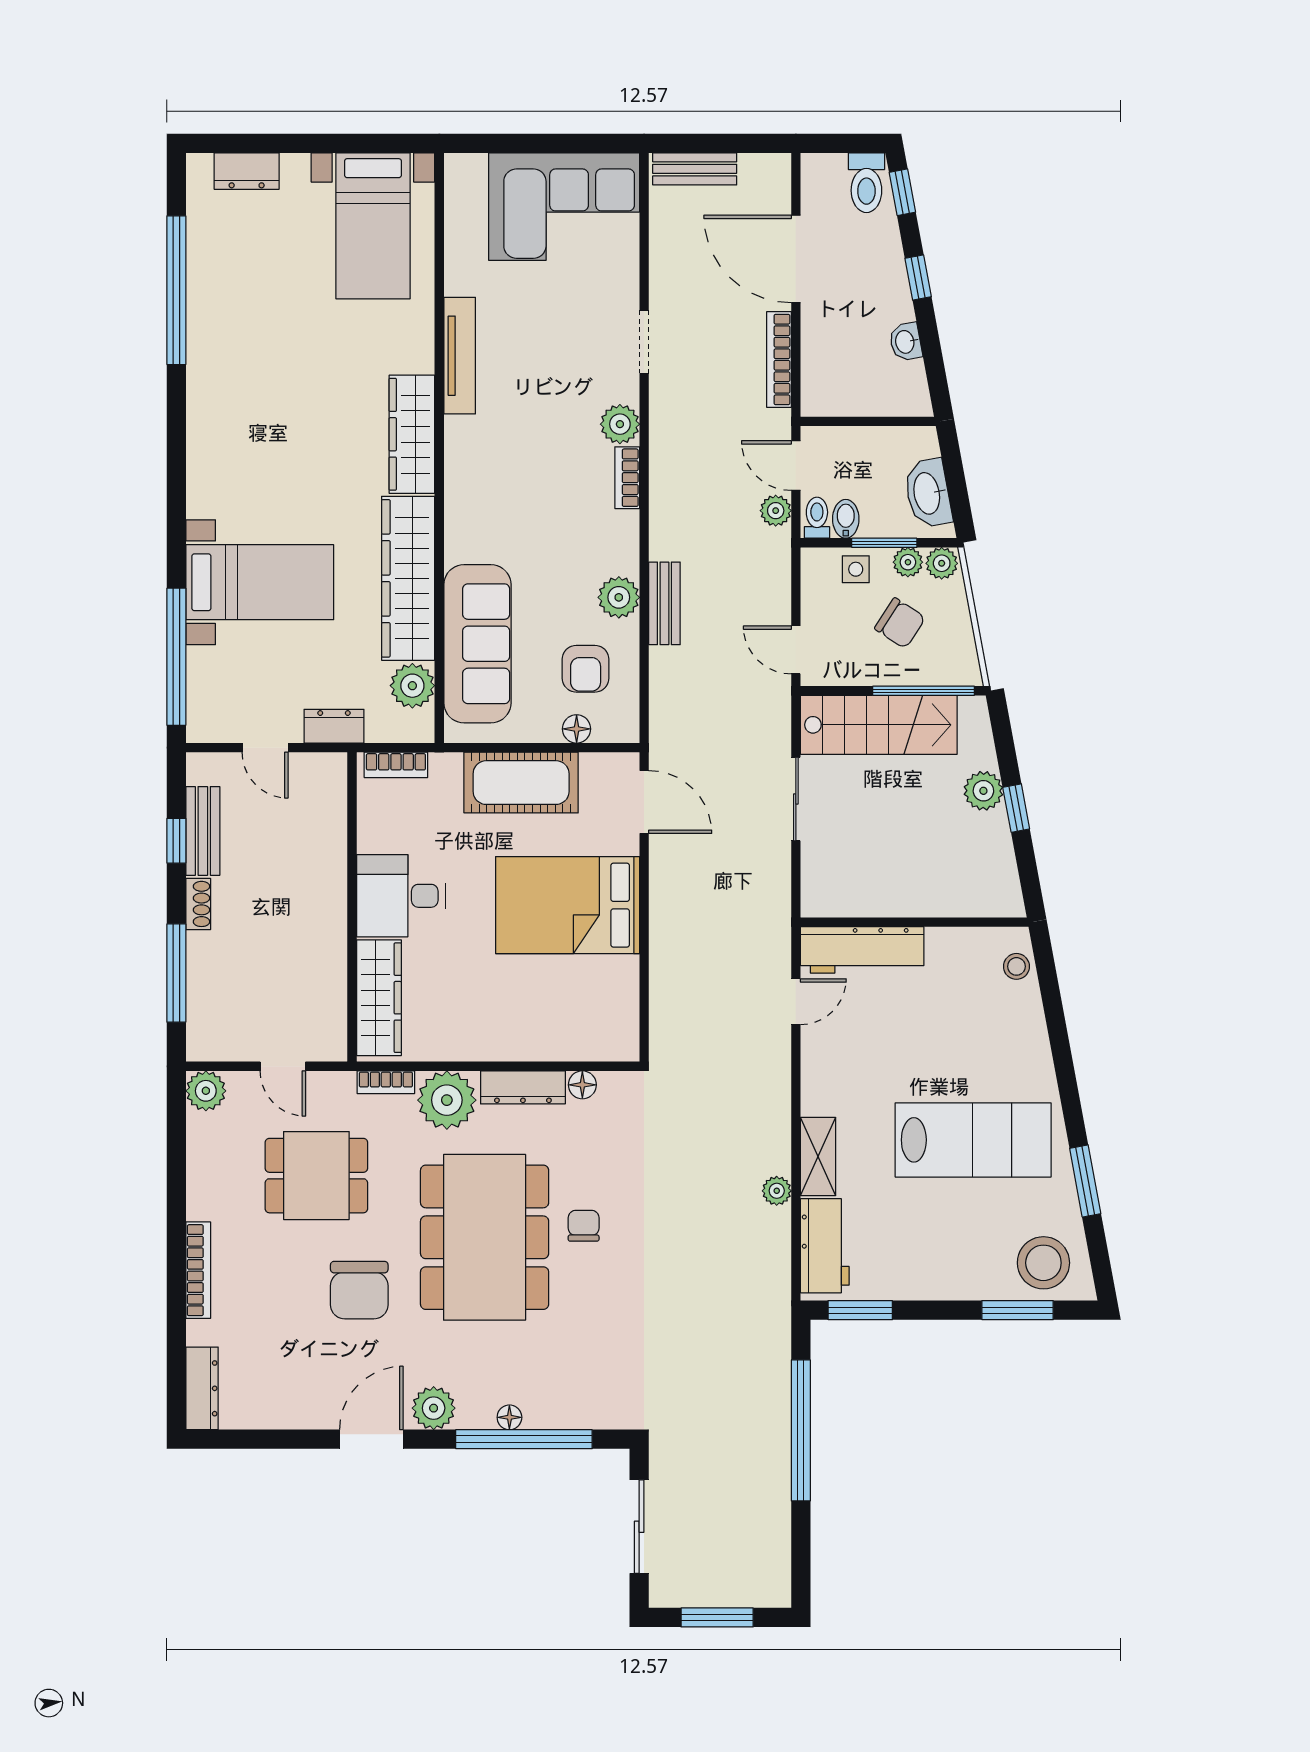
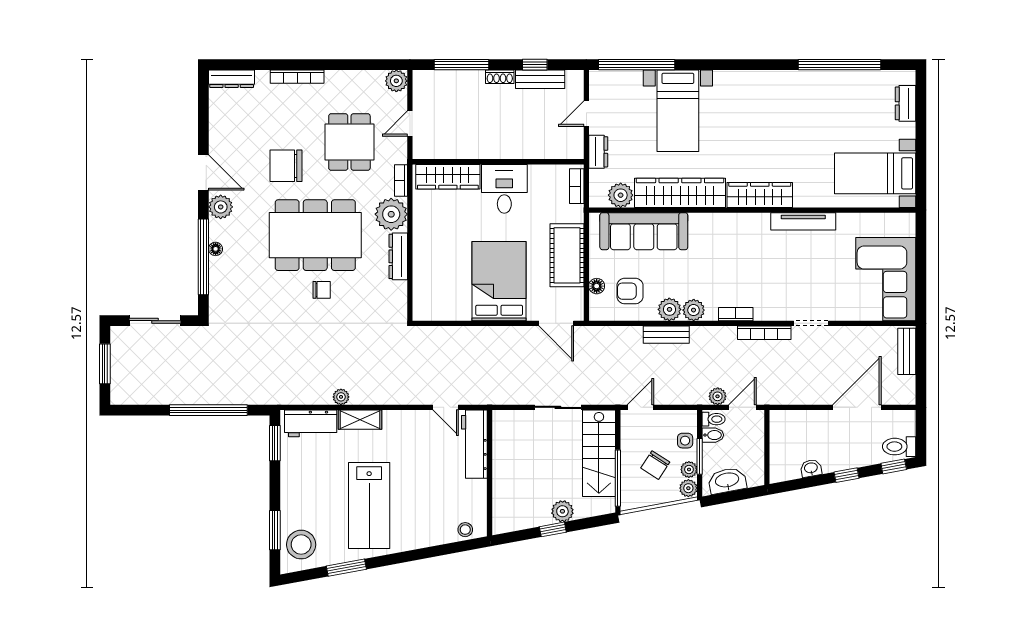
bookcase: (779, 359) -> (764, 333), moved, turned 180
plant: (620, 424) -> (694, 310), moved
door: (644, 802) -> (556, 323), hinge flipped
floor lamp: (582, 1085) -> (400, 289), removed

